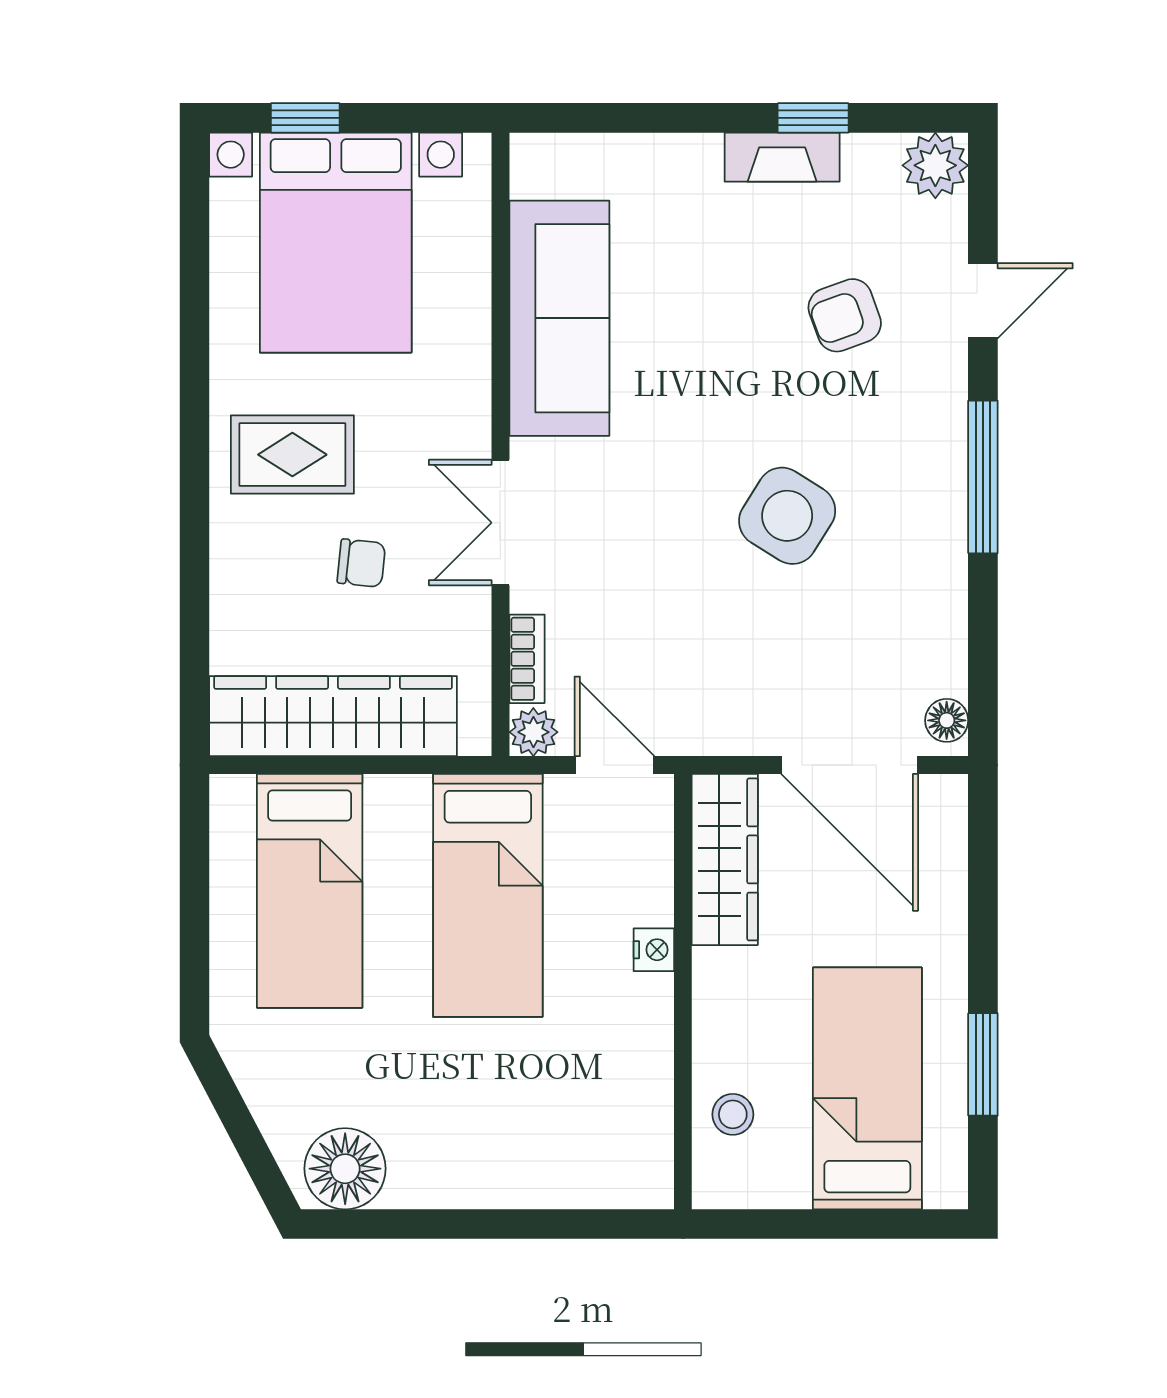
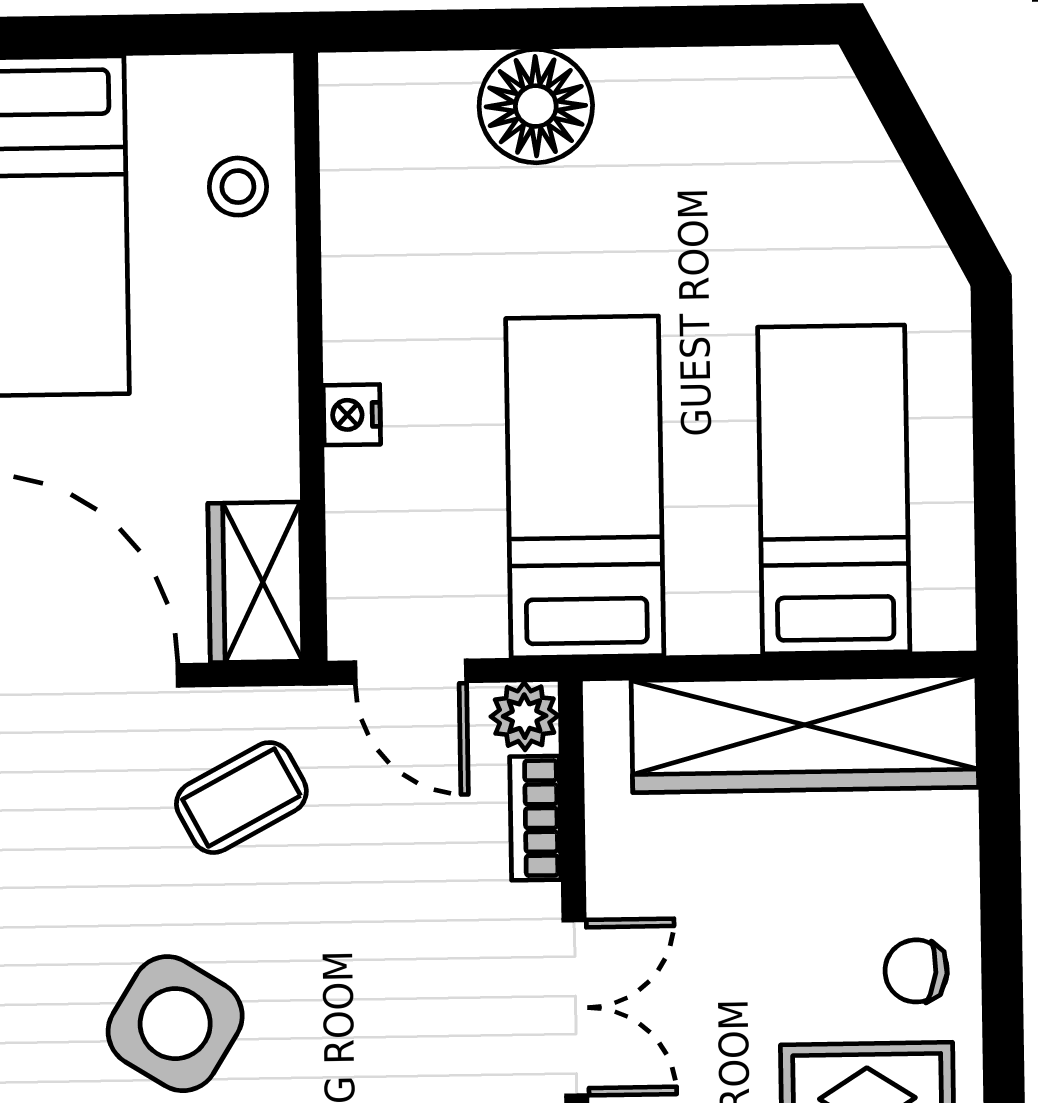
chair: (361, 563) -> (916, 971), moved
coffee table: (737, 677) -> (241, 798), added
wardrobe: (725, 859) -> (255, 582), width x0.67
floor lamp: (345, 1169) -> (536, 106), moved

